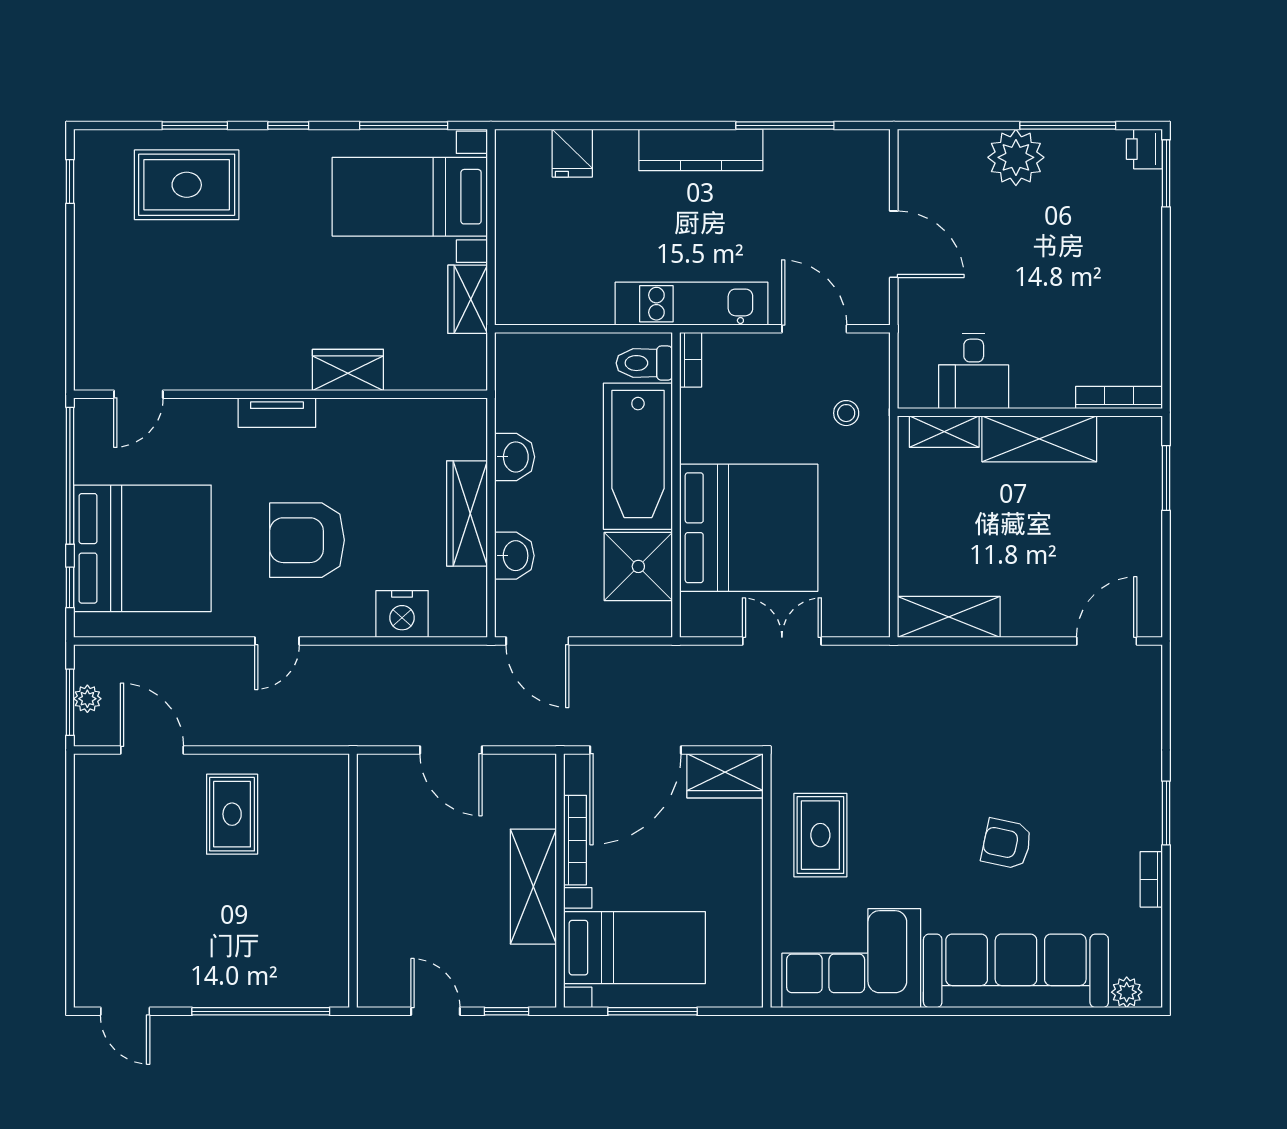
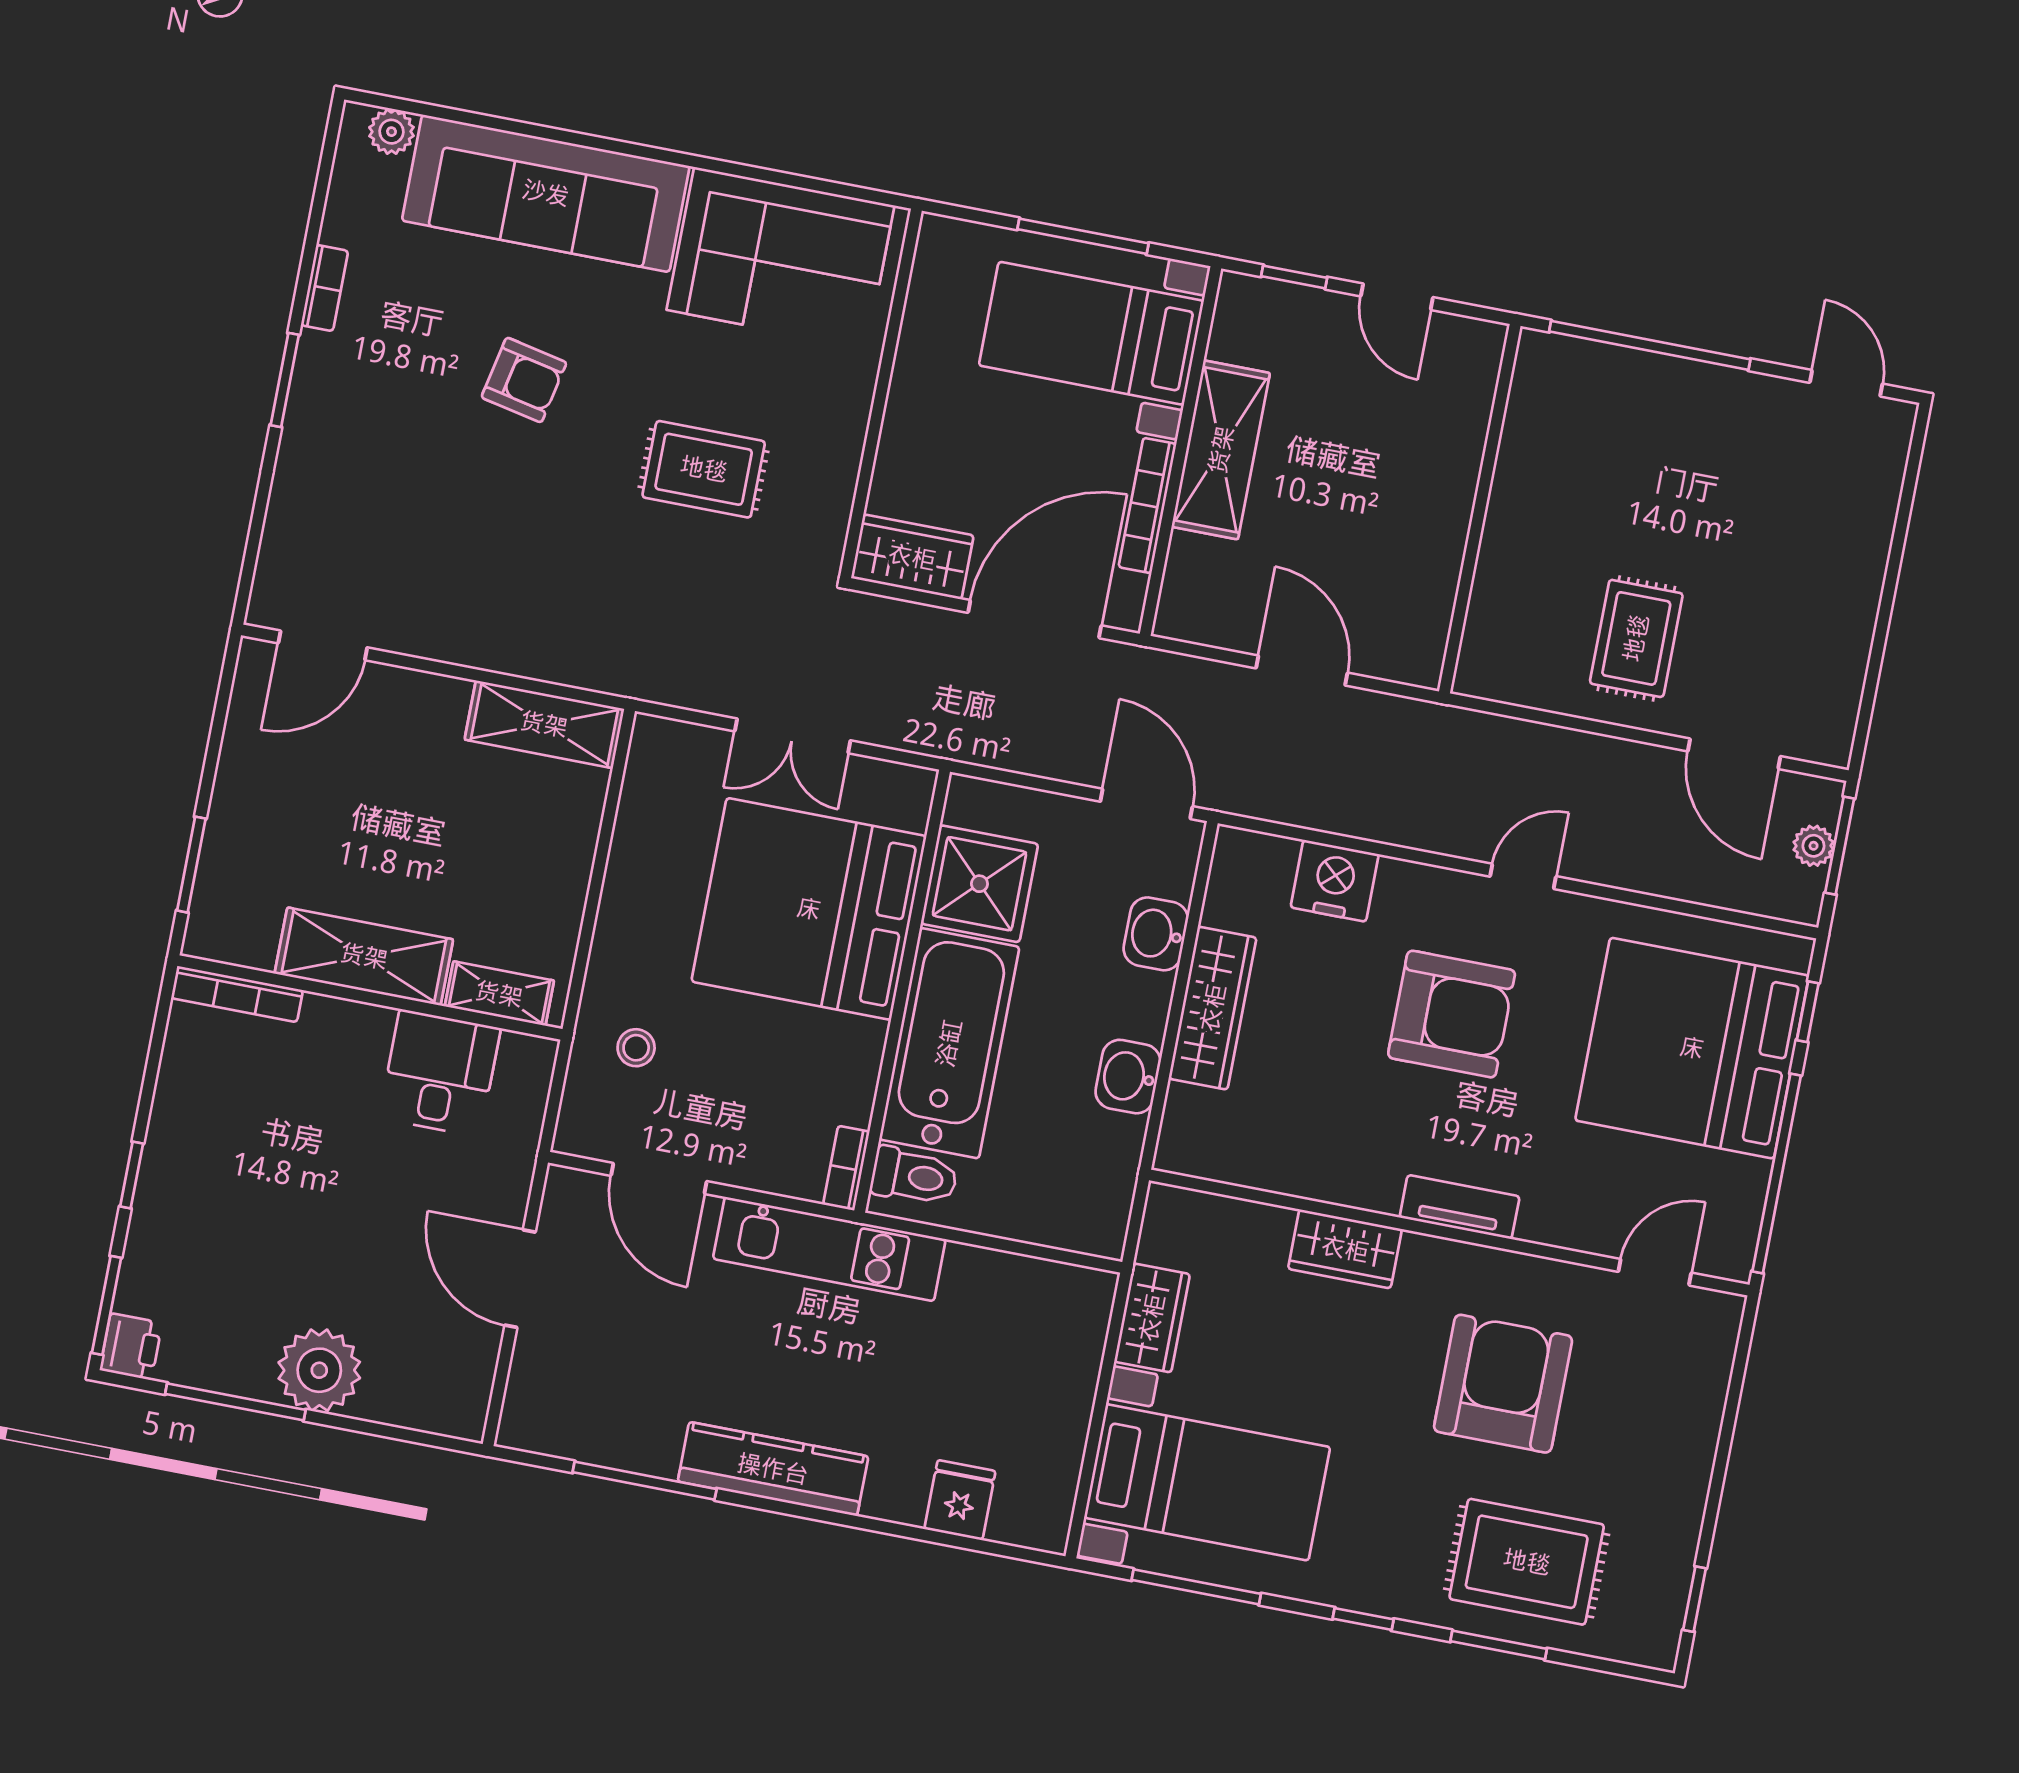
window: (1166, 263) -> (132, 1175), added
armchair: (225, 300) -> (1503, 1384), added
rug: (820, 835) -> (704, 469), moved, turned 90

